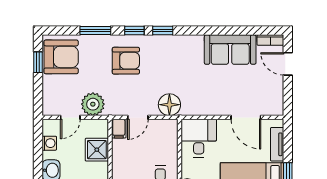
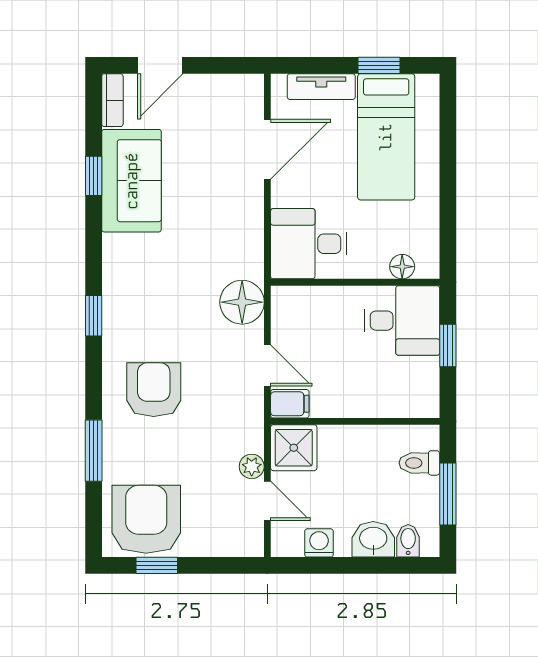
window: (134, 31) -> (94, 176), moved
plant: (93, 104) -> (252, 466), width x0.53, depth x0.53
shower: (97, 150) -> (294, 448), moved

